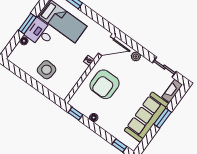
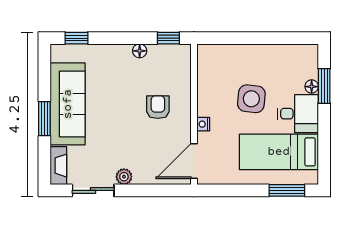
window: (27, 24) -> (324, 86), moved
plant: (136, 56) -> (124, 177), moved
side table: (47, 70) -> (251, 99), moved
armchair: (104, 84) -> (158, 107), width x0.53, depth x0.53

